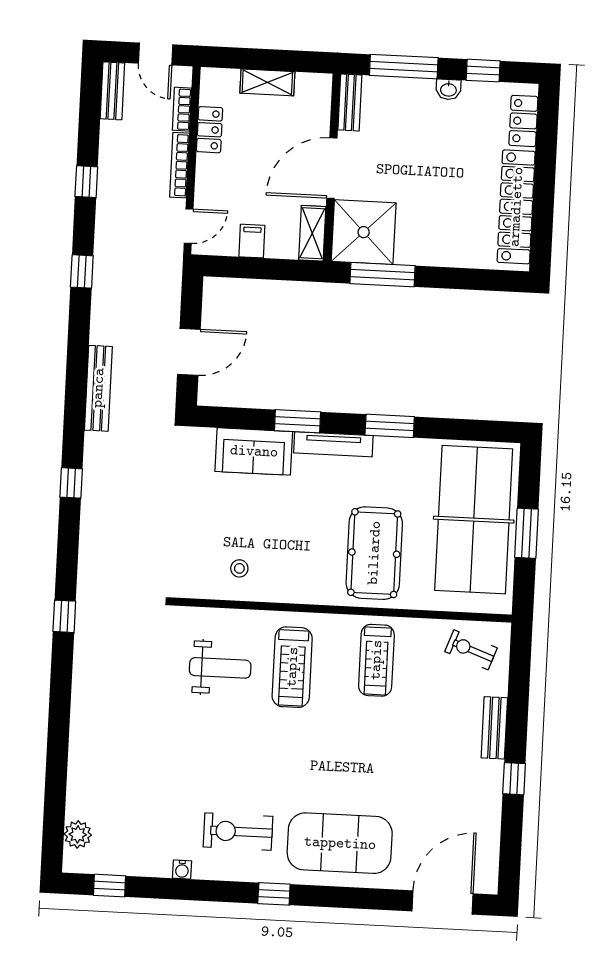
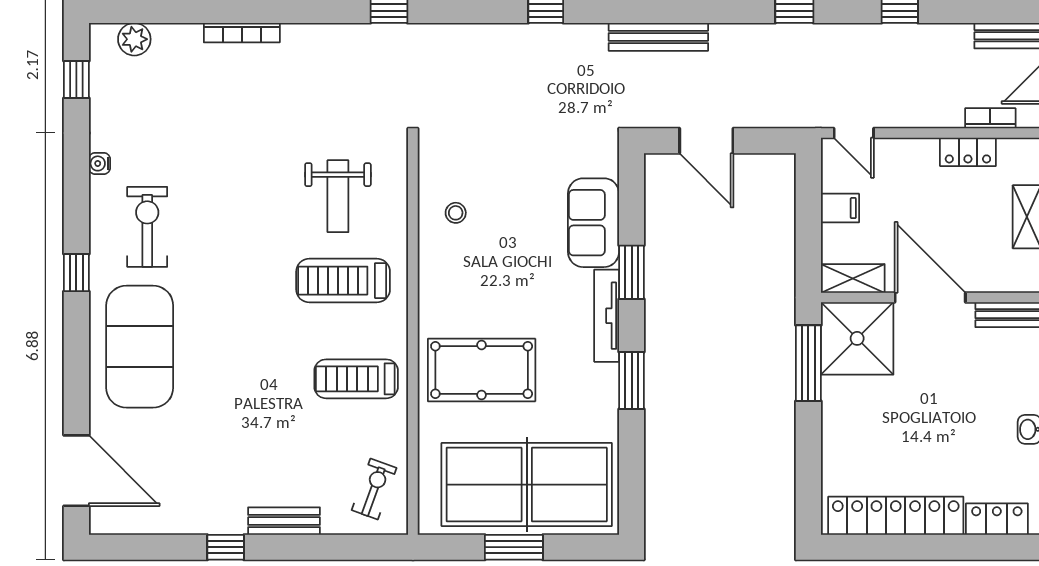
bookcase: (179, 165) -> (242, 33), moved, turned 180

